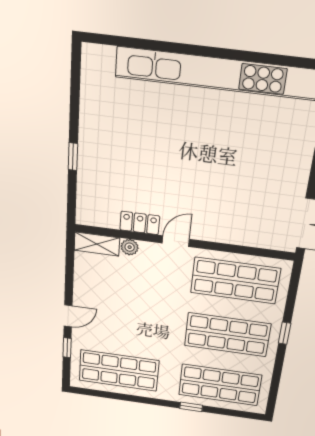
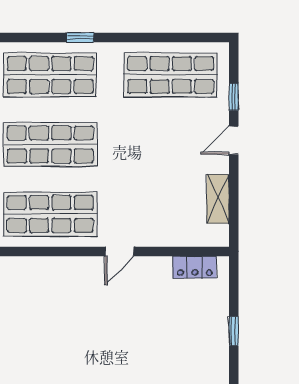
locker: (140, 223) -> (195, 267), moved
shelving: (97, 244) -> (218, 199), moved, turned 90
plant: (130, 247) -> (168, 237), removed

